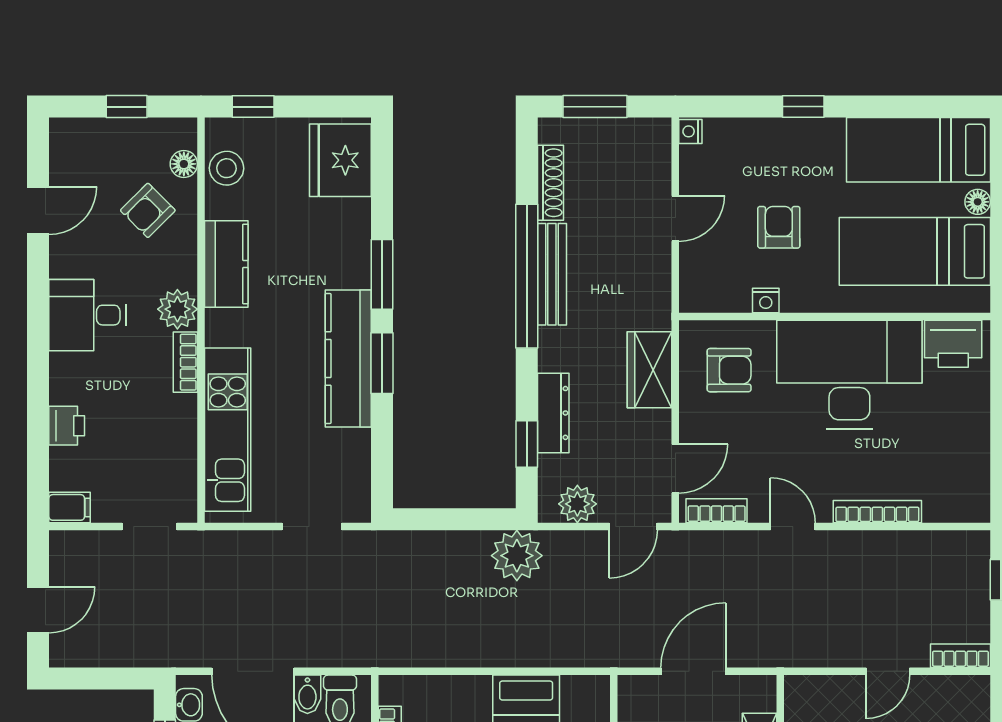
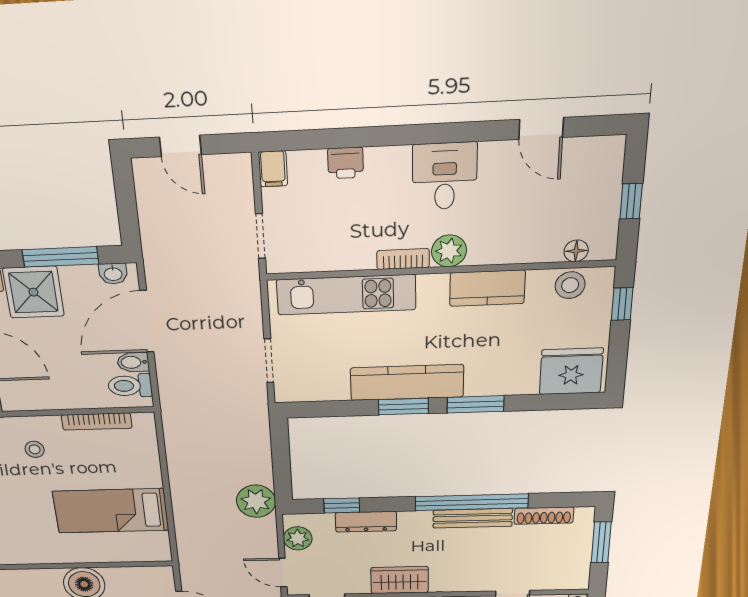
armchair: (148, 210) -> (537, 223), removed

